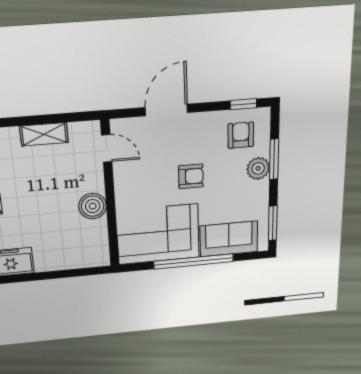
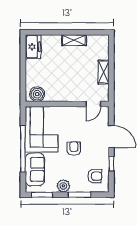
window: (243, 104) -> (111, 164), moved
plant: (258, 168) -> (63, 186), moved
armchair: (191, 176) -> (74, 149), turned 180
boiler: (93, 206) -> (37, 94), moved

